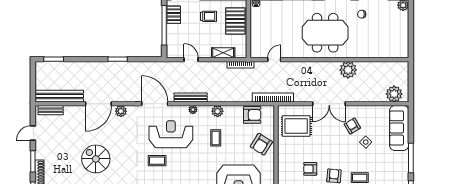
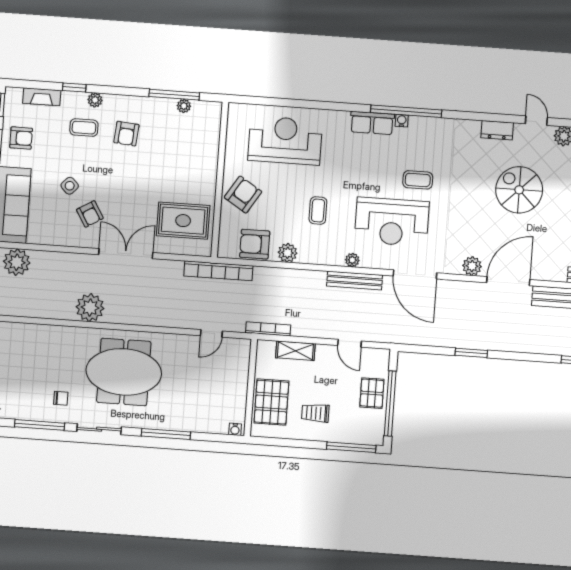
pallet: (174, 15) -> (372, 393), moved
plant: (217, 111) -> (288, 253), moved
spiral stairs: (96, 159) -> (519, 190), turned 180
armchair: (310, 169) -> (21, 138), moved

